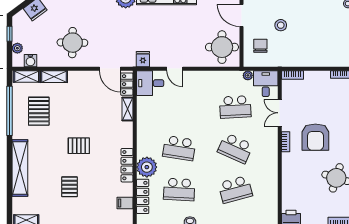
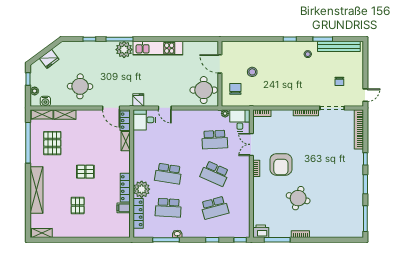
filing cabinet: (125, 203) -> (124, 208), moved

